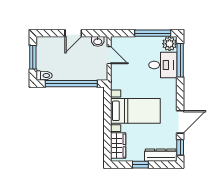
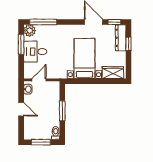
window: (153, 33) -> (21, 44), width x0.69
desk: (163, 65) -> (35, 52), moved, turned -90
window: (71, 84) -> (62, 111), width x0.47
window: (140, 165) -> (128, 44), moved

